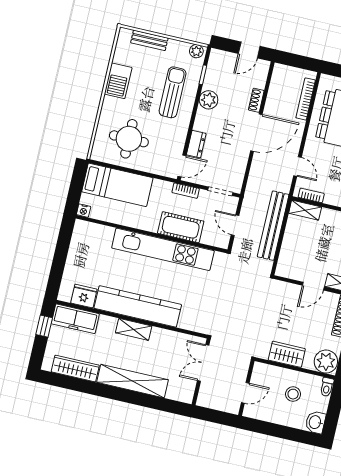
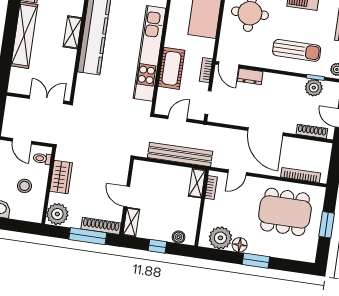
plant: (209, 100) -> (314, 88), moved
shoe rack: (256, 100) -> (312, 131), moved, width x1.43
toilet: (327, 387) -> (42, 159), moved

